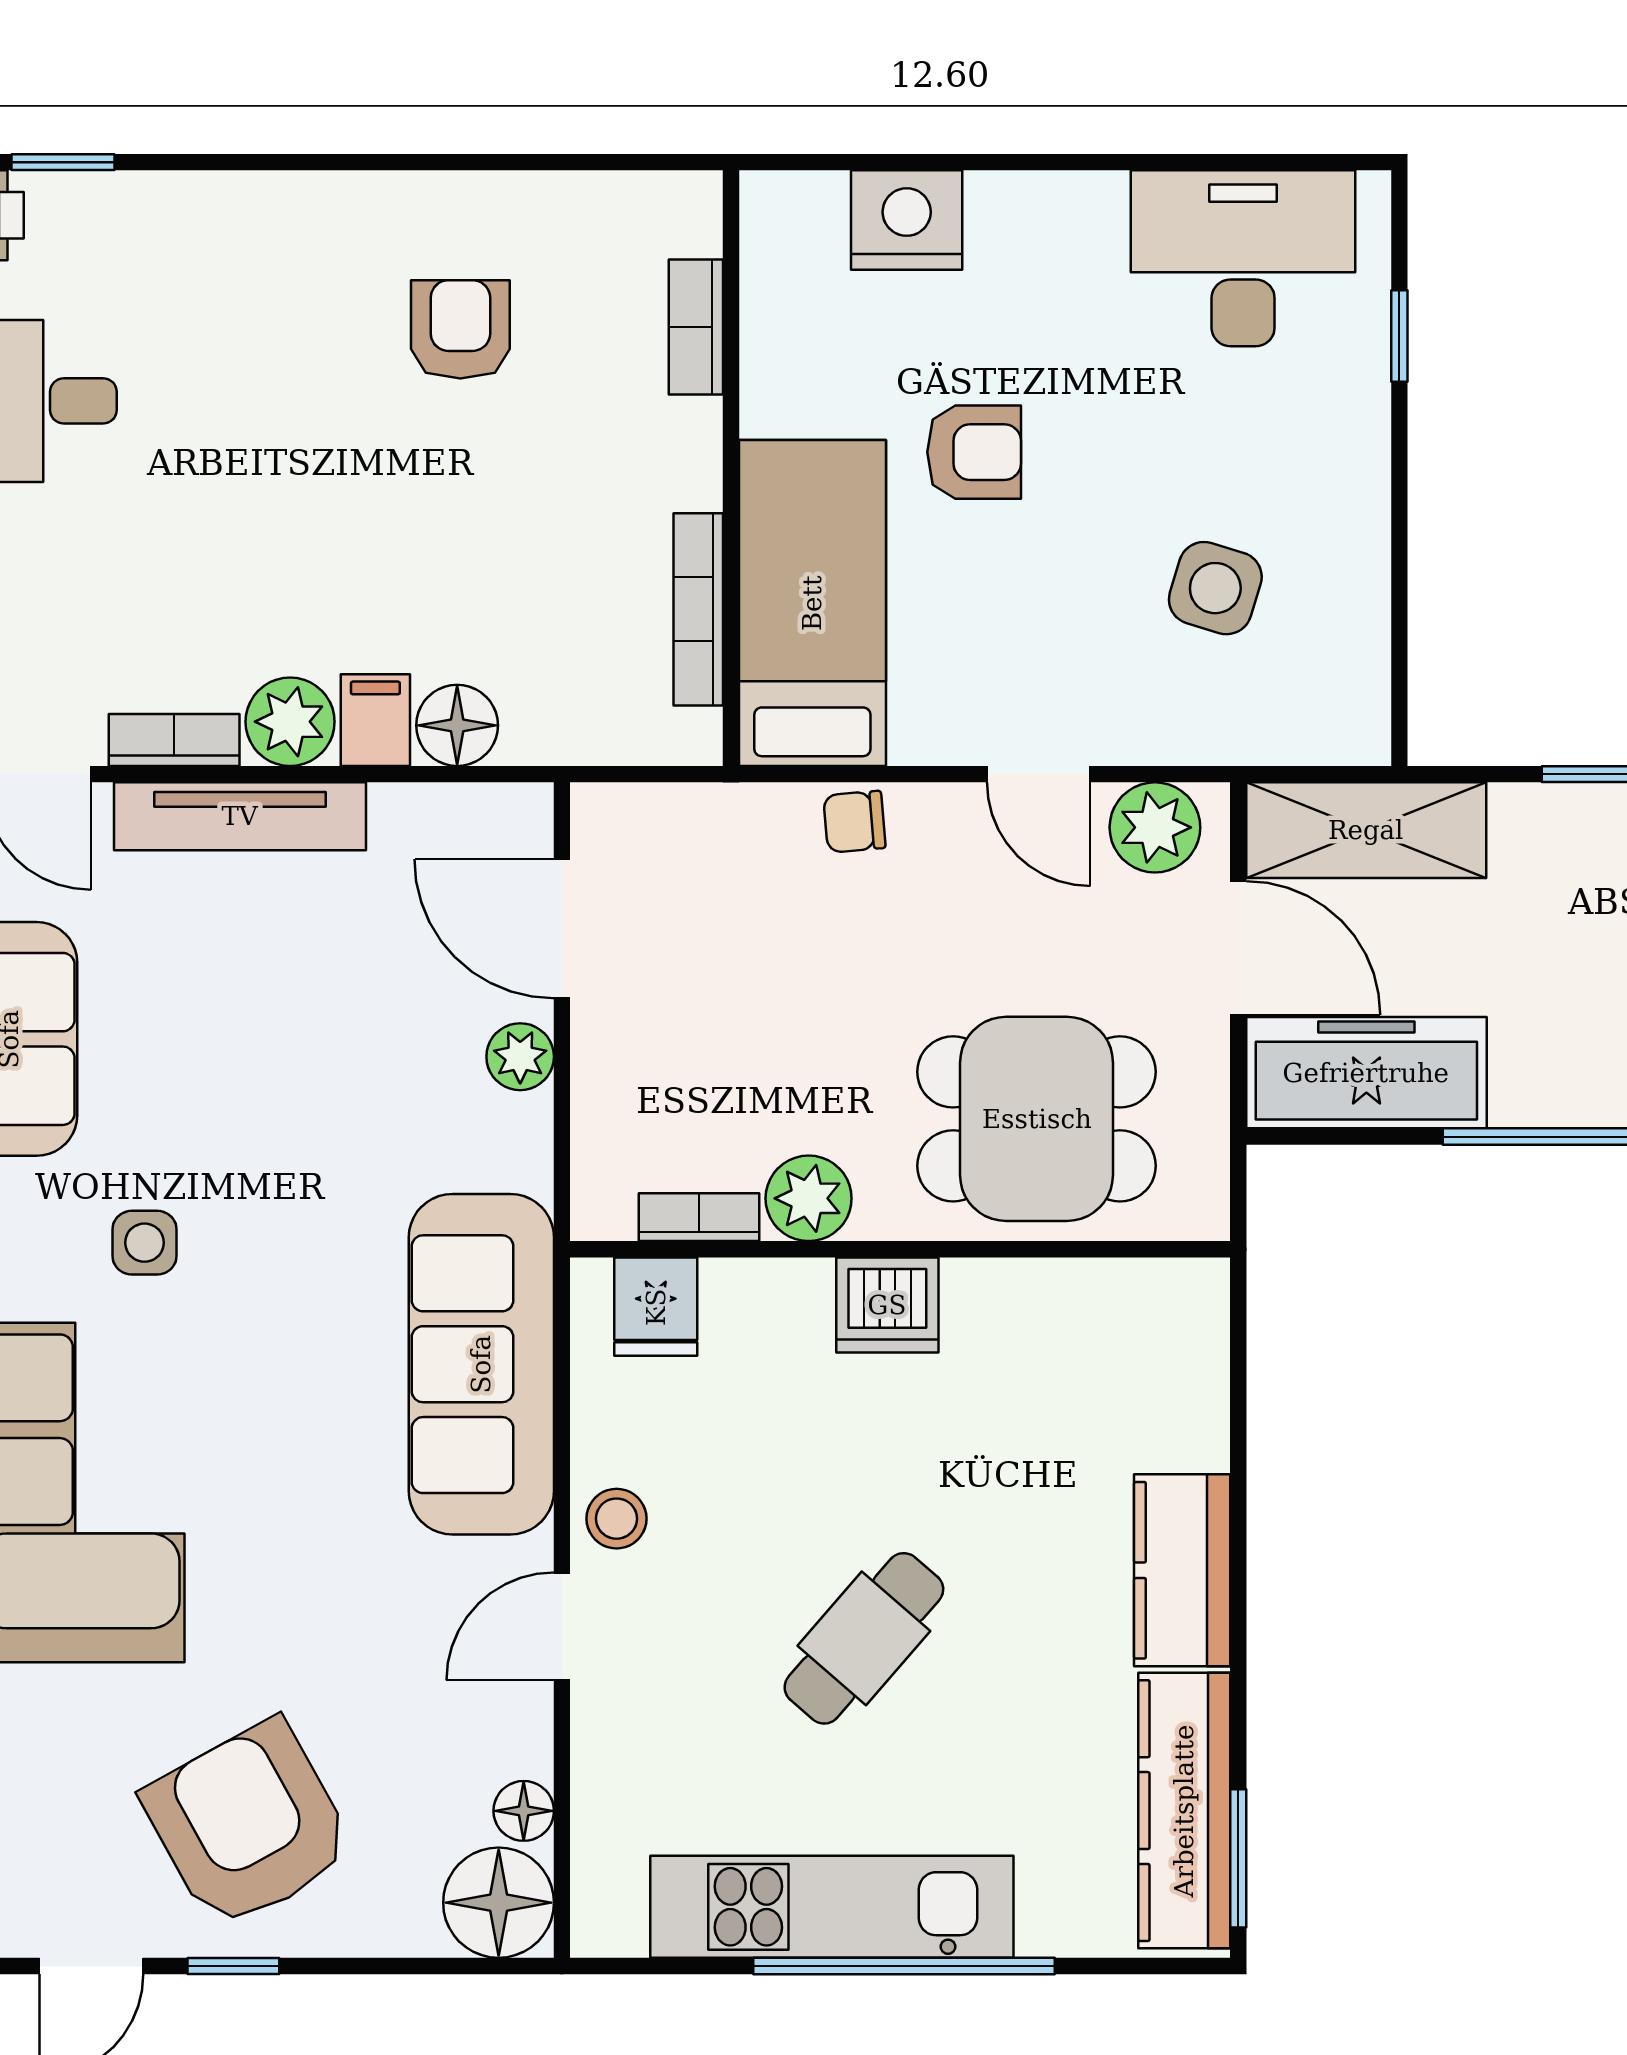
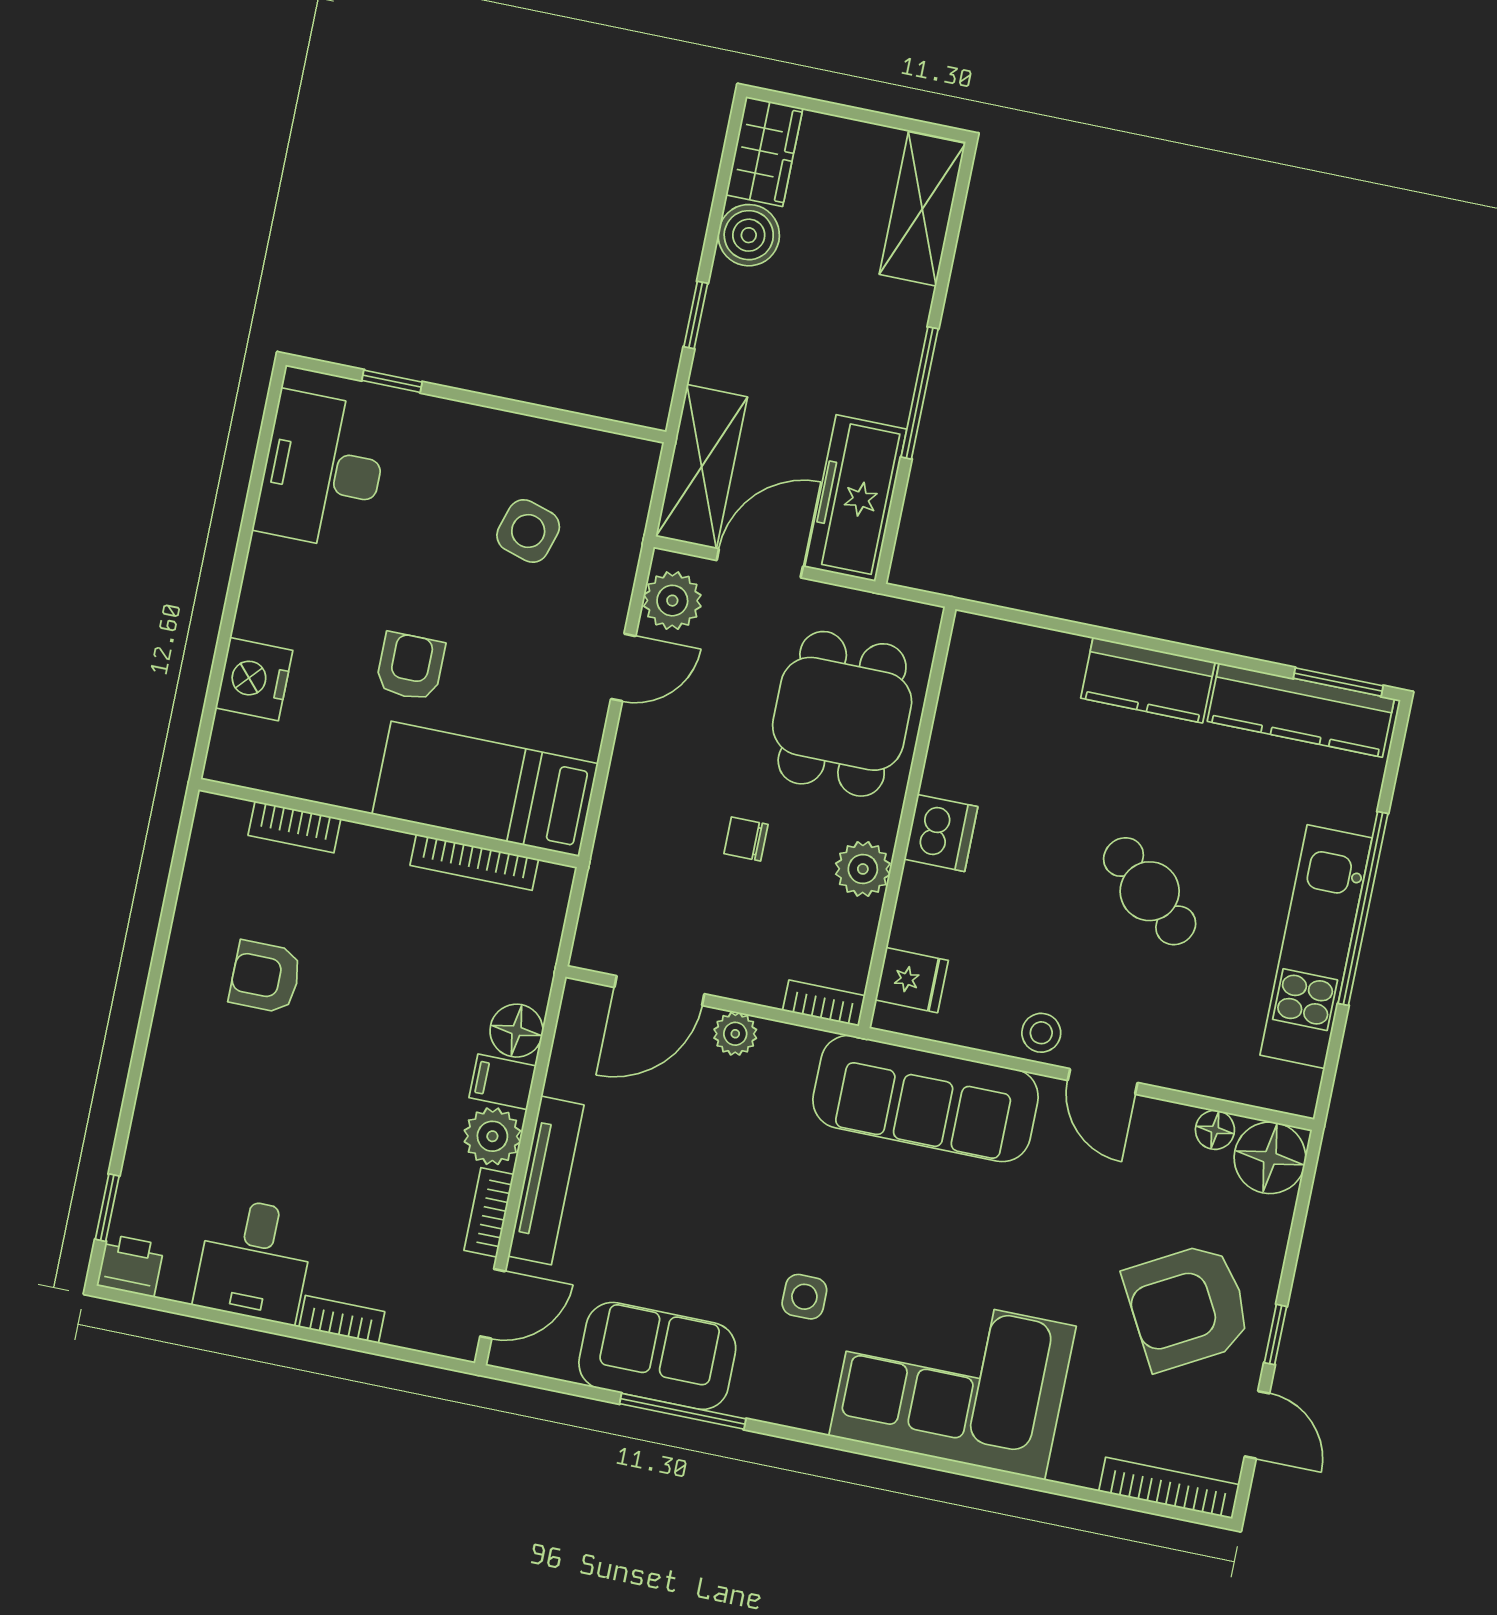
chair: (854, 822) -> (746, 839), moved, turned 95
bookcase: (699, 1217) -> (824, 1003), moved, turned 90

